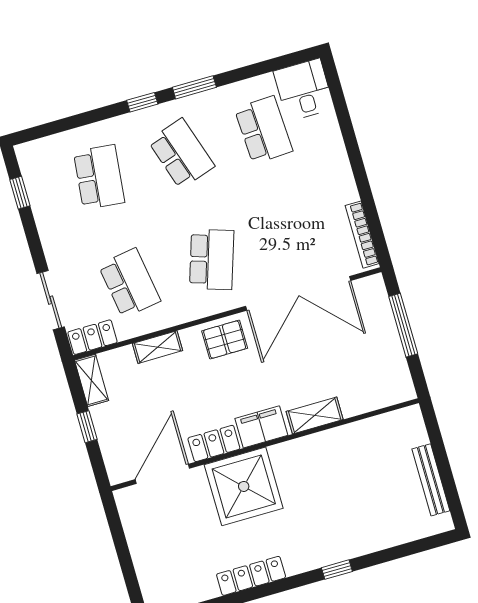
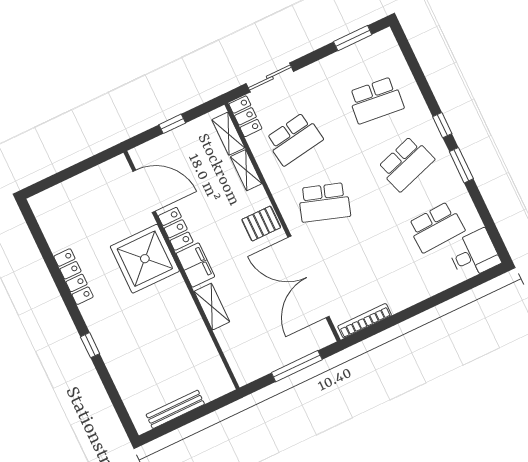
window: (20, 193) -> (353, 38), width x1.50
pallet: (225, 340) -> (261, 224), turned 90
shelving: (92, 380) -> (228, 134), moved, turned 90

